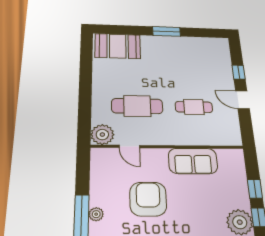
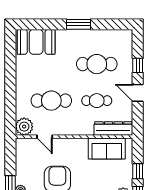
cafe table: (191, 70) -> (97, 64), added
dresser: (218, 138) -> (113, 129), added
sofa: (193, 161) -> (107, 149), moved

